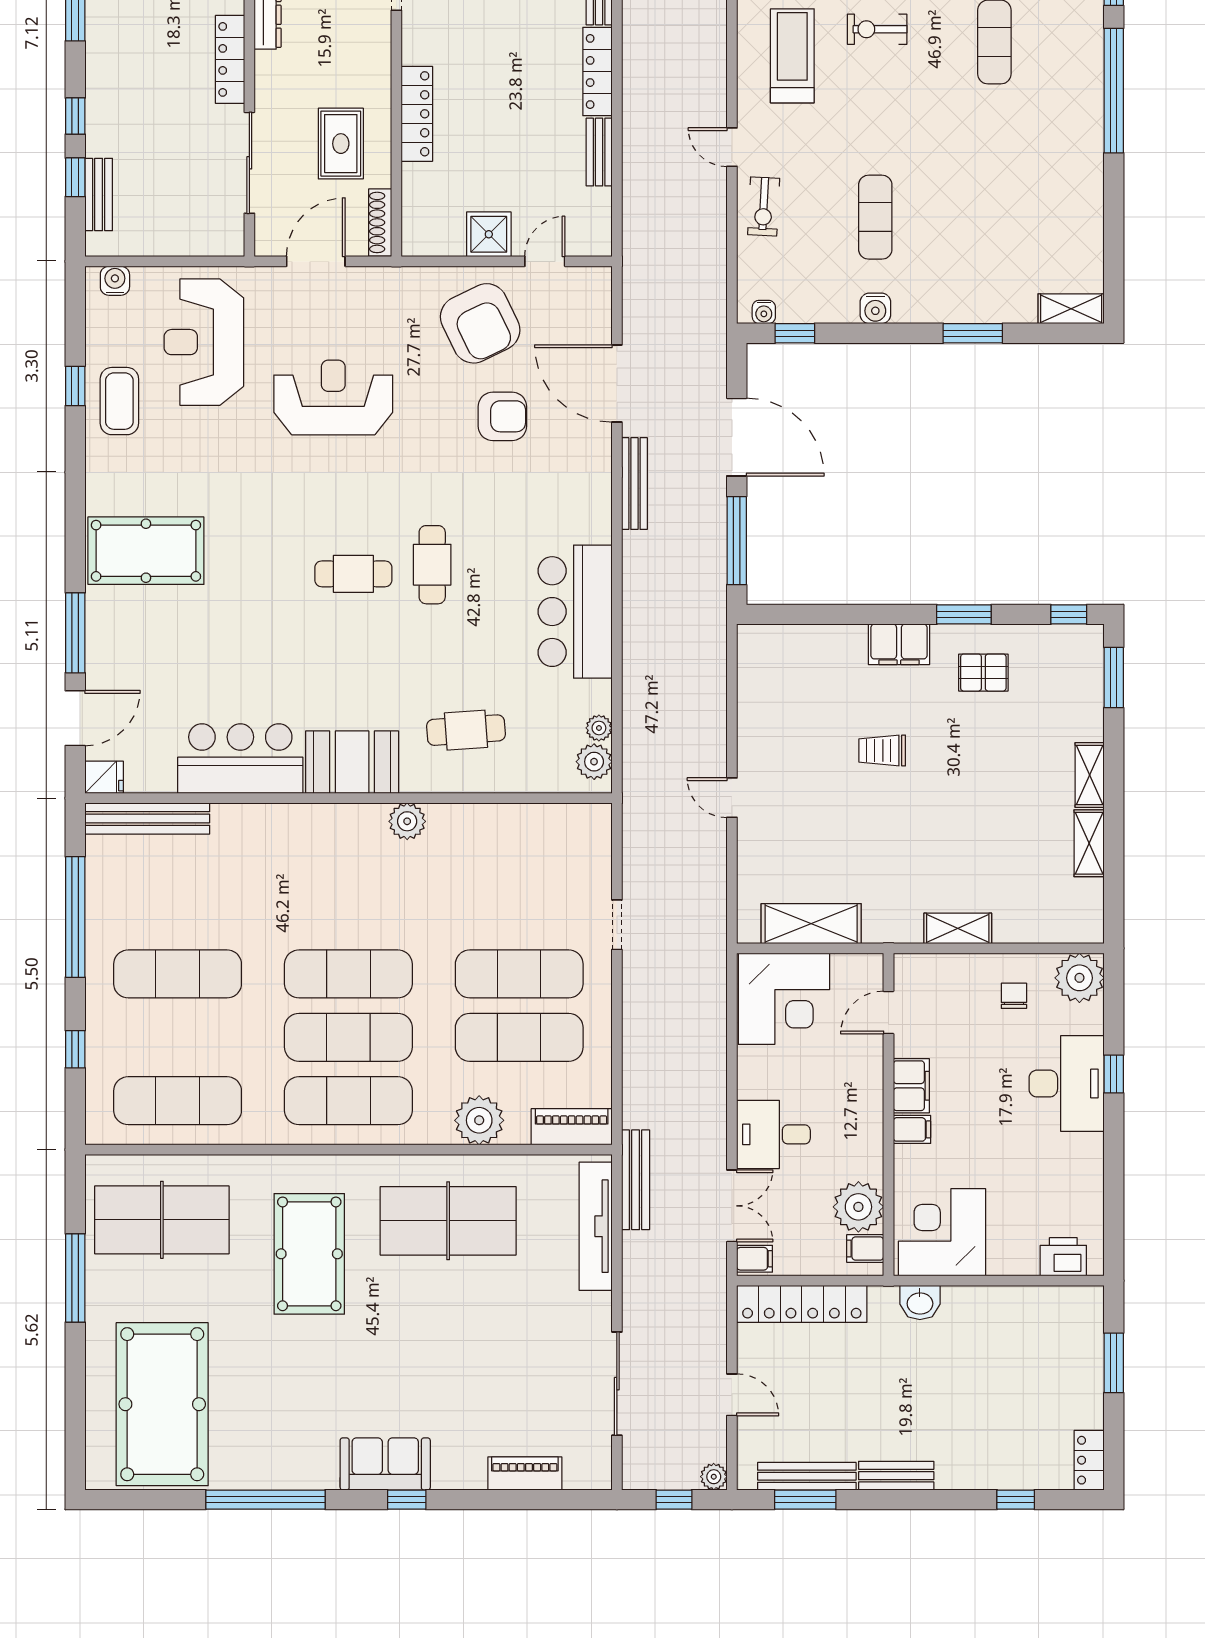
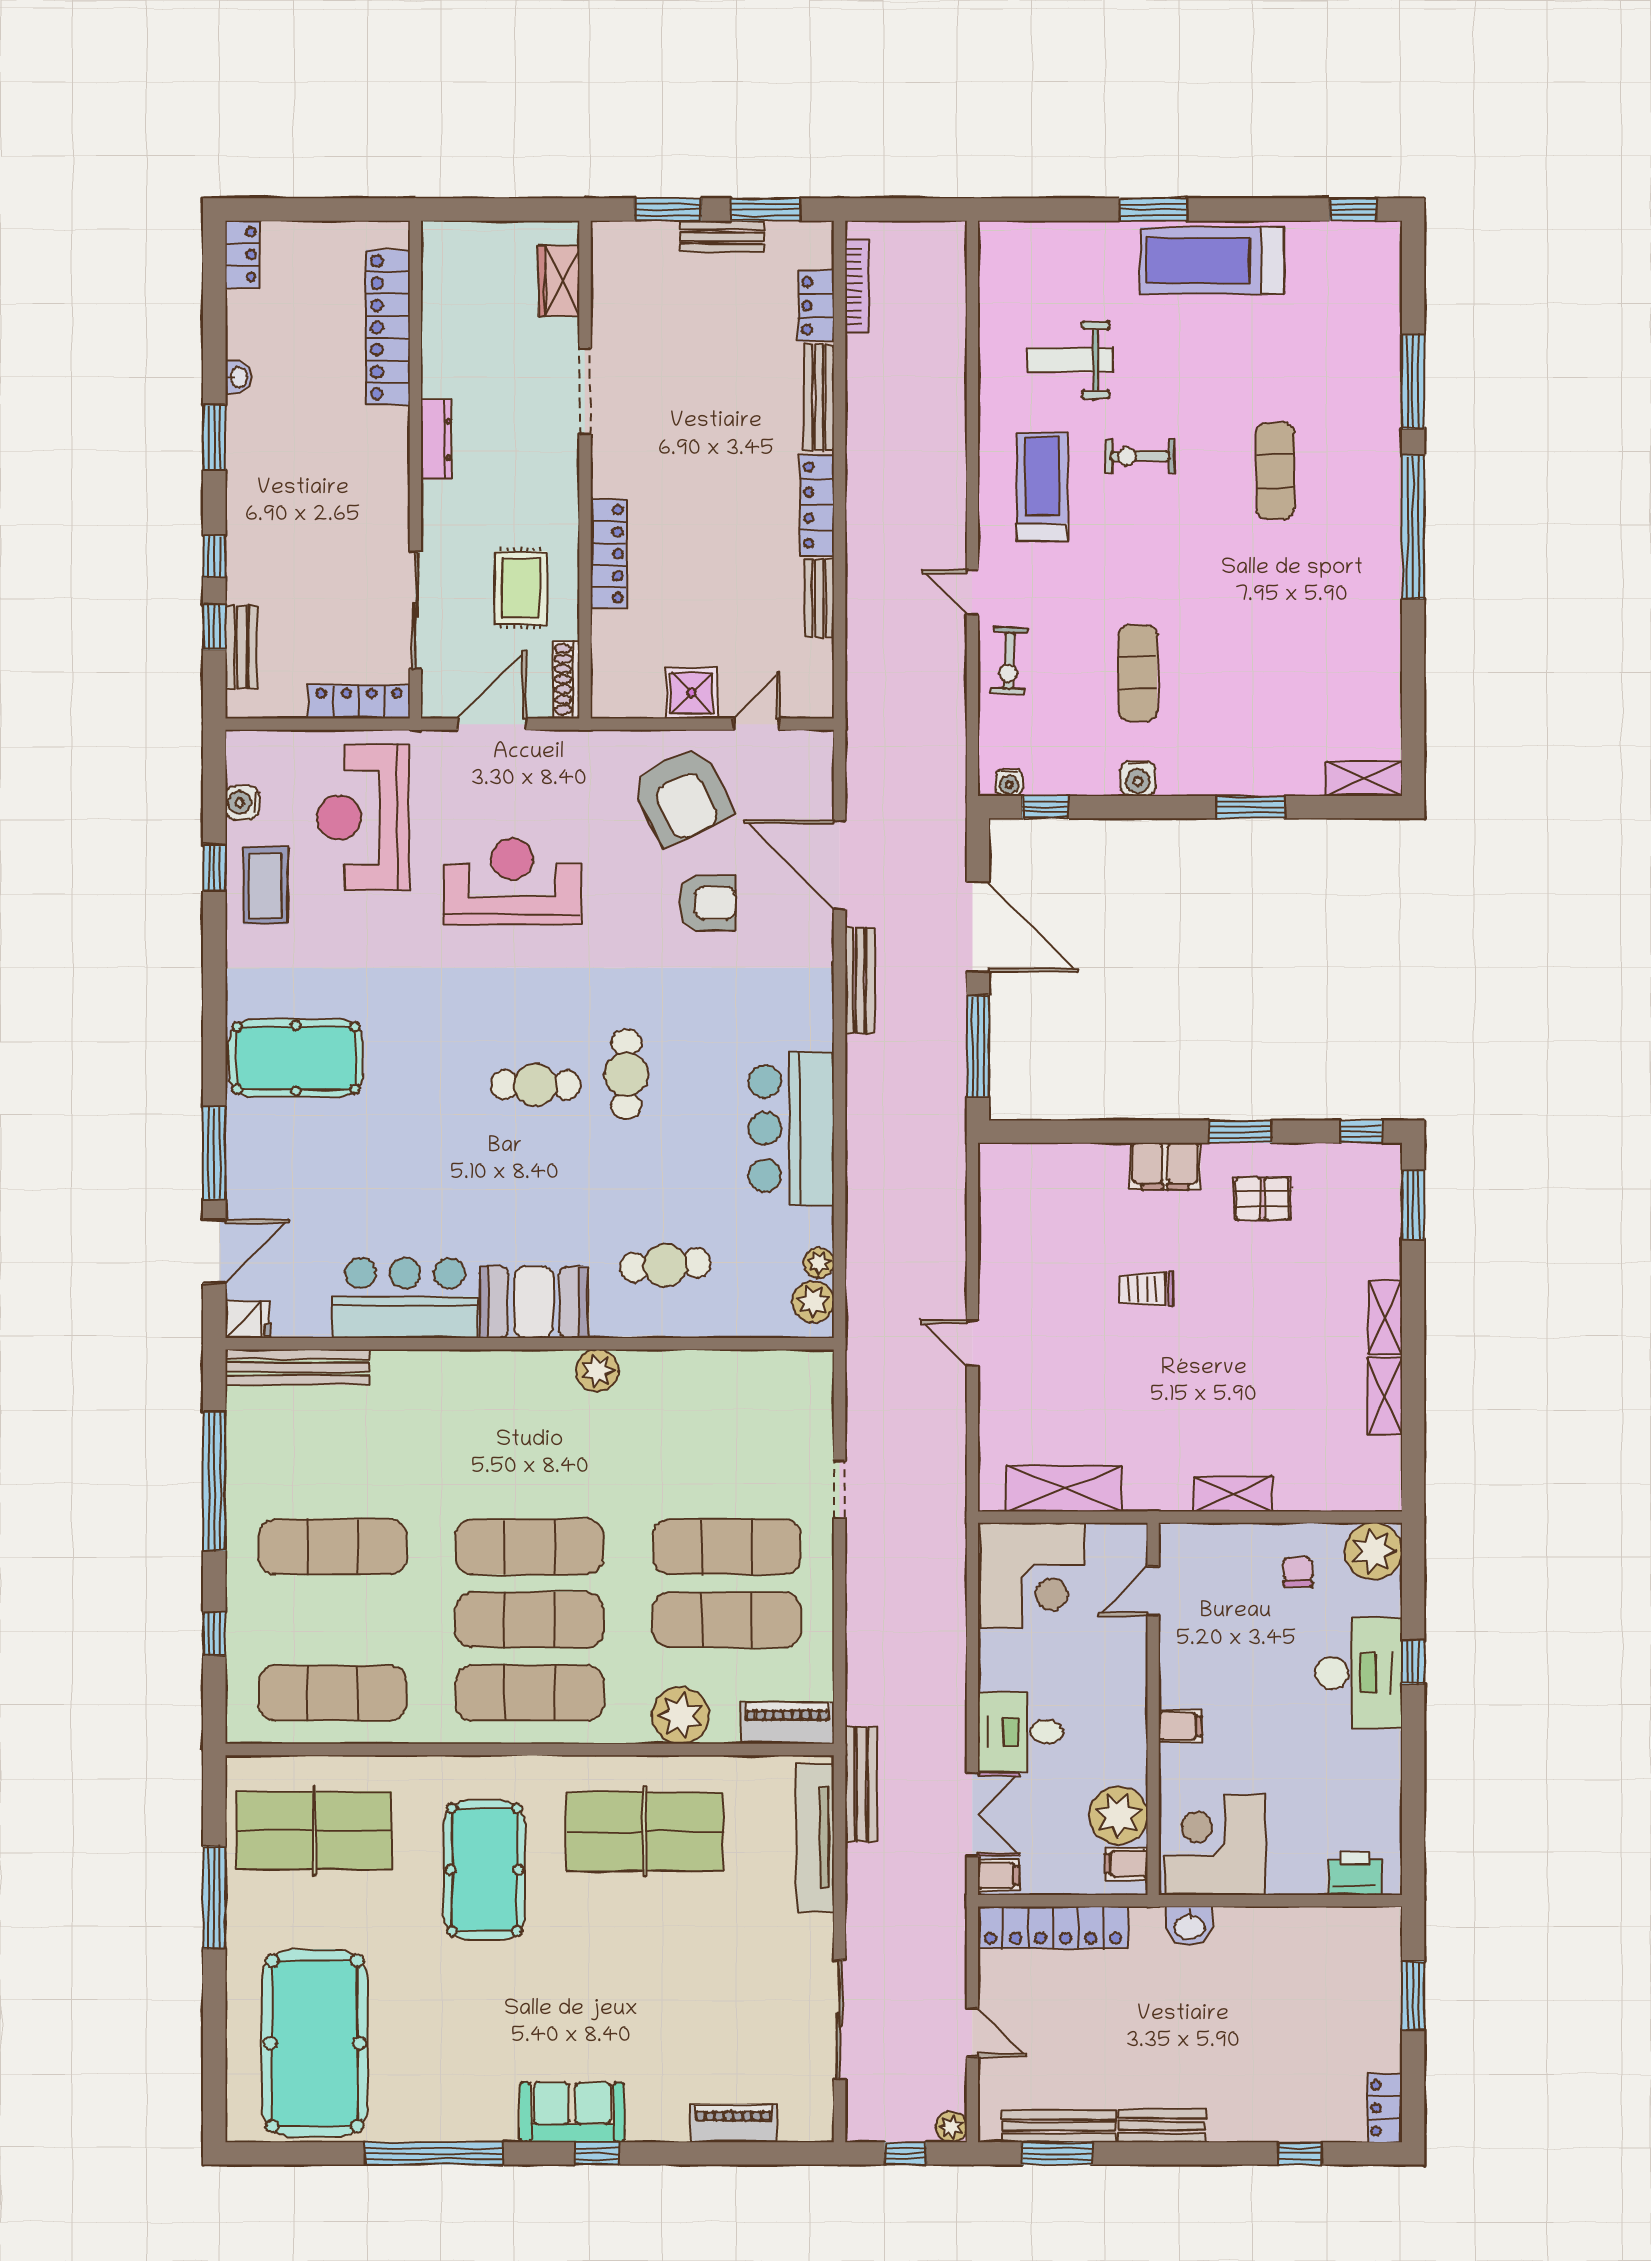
locker: (230, 59) -> (359, 702), moved, turned 90
water cooler: (115, 281) -> (242, 803), moved, turned -90
filing cabinet: (911, 1086) -> (1179, 1676), removed

